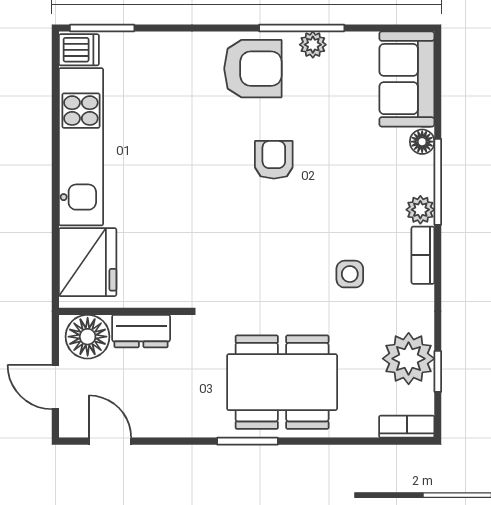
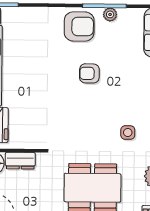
armchair: (274, 160) -> (89, 73), turned -90

